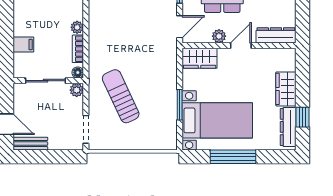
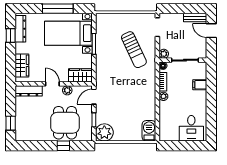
door: (241, 46) -> (52, 84), swing flipped
wardrobe: (286, 89) -> (22, 66), moved

